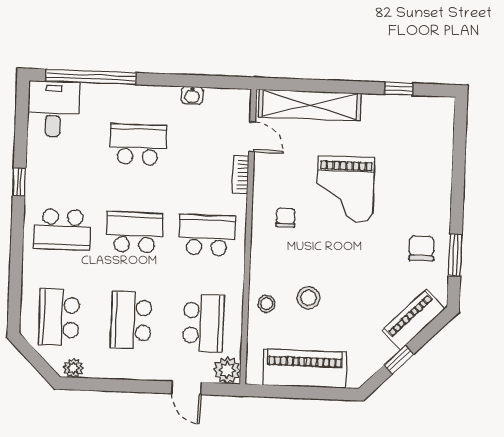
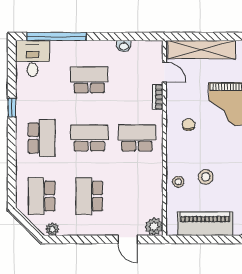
school desk: (62, 230) -> (42, 138), turned -90
school desk: (203, 323) -> (137, 196), removed

